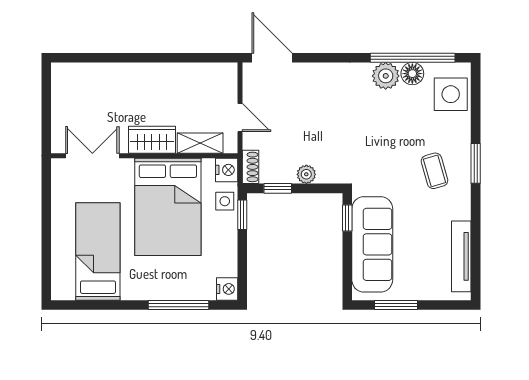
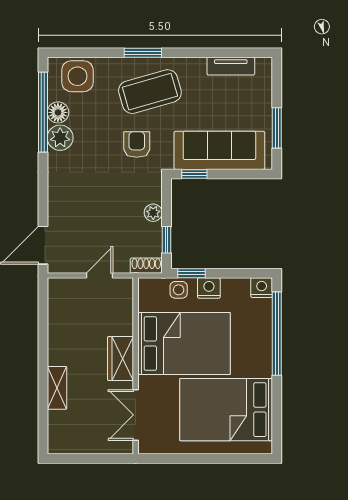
shelving: (200, 143) -> (57, 388), moved
armchair: (379, 157) -> (137, 144), added
nightstand: (227, 170) -> (209, 288), moved
coffee table: (434, 171) -> (150, 92), width x1.86, depth x1.72
bed: (98, 251) -> (226, 410), width x1.50
tv unit: (461, 256) -> (231, 66), width x0.71
window: (178, 305) -> (277, 334), width x1.46

